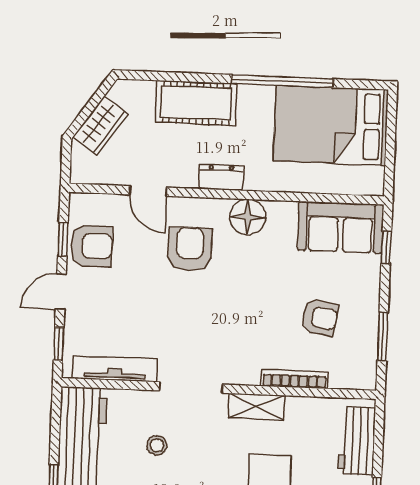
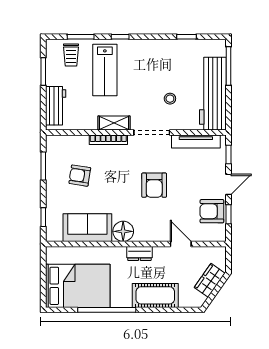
sofa: (341, 227) -> (87, 228), moved
armchair: (190, 249) -> (154, 185), moved
bookcase: (294, 379) -> (108, 140), moved

